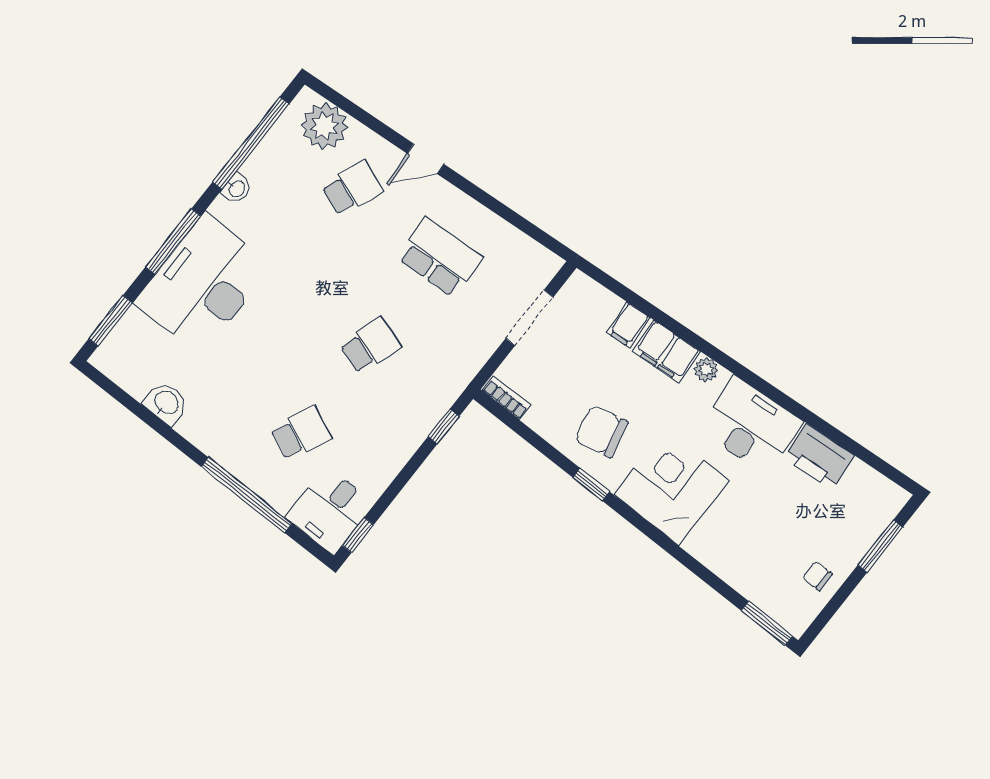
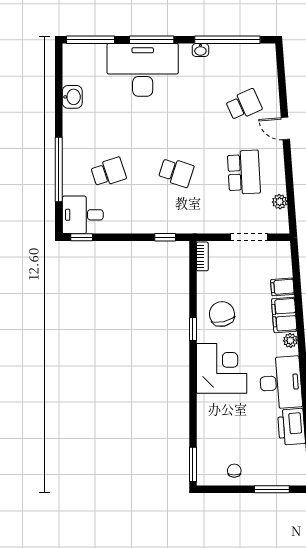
plant: (324, 126) -> (280, 202), moved, width x0.53, depth x0.53
school desk: (352, 188) -> (244, 105), turned -45
window: (111, 321) -> (91, 40), width x1.44
school desk: (301, 433) -> (108, 172), turned -42

